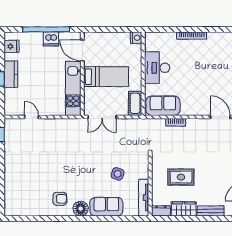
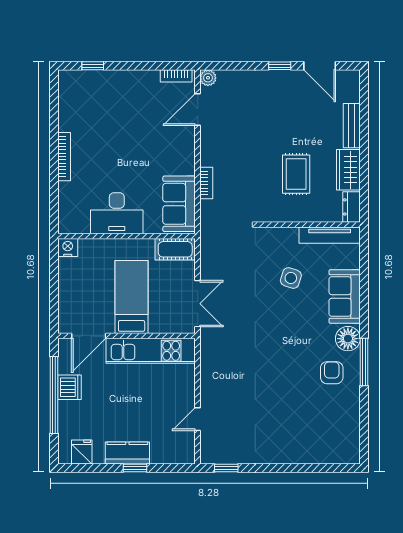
window: (66, 219) -> (364, 362), added

